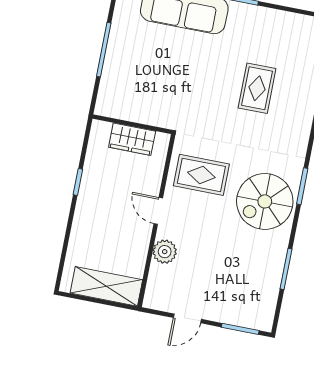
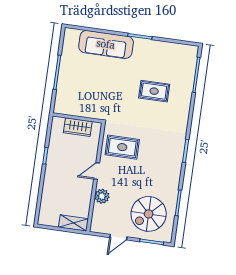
rug: (257, 88) -> (154, 91), turned 90
spiral stairs: (265, 201) -> (149, 214), moved
door: (158, 211) -> (97, 171), hinge flipped
shelving: (106, 286) -> (73, 223), width x0.67, depth x0.75

